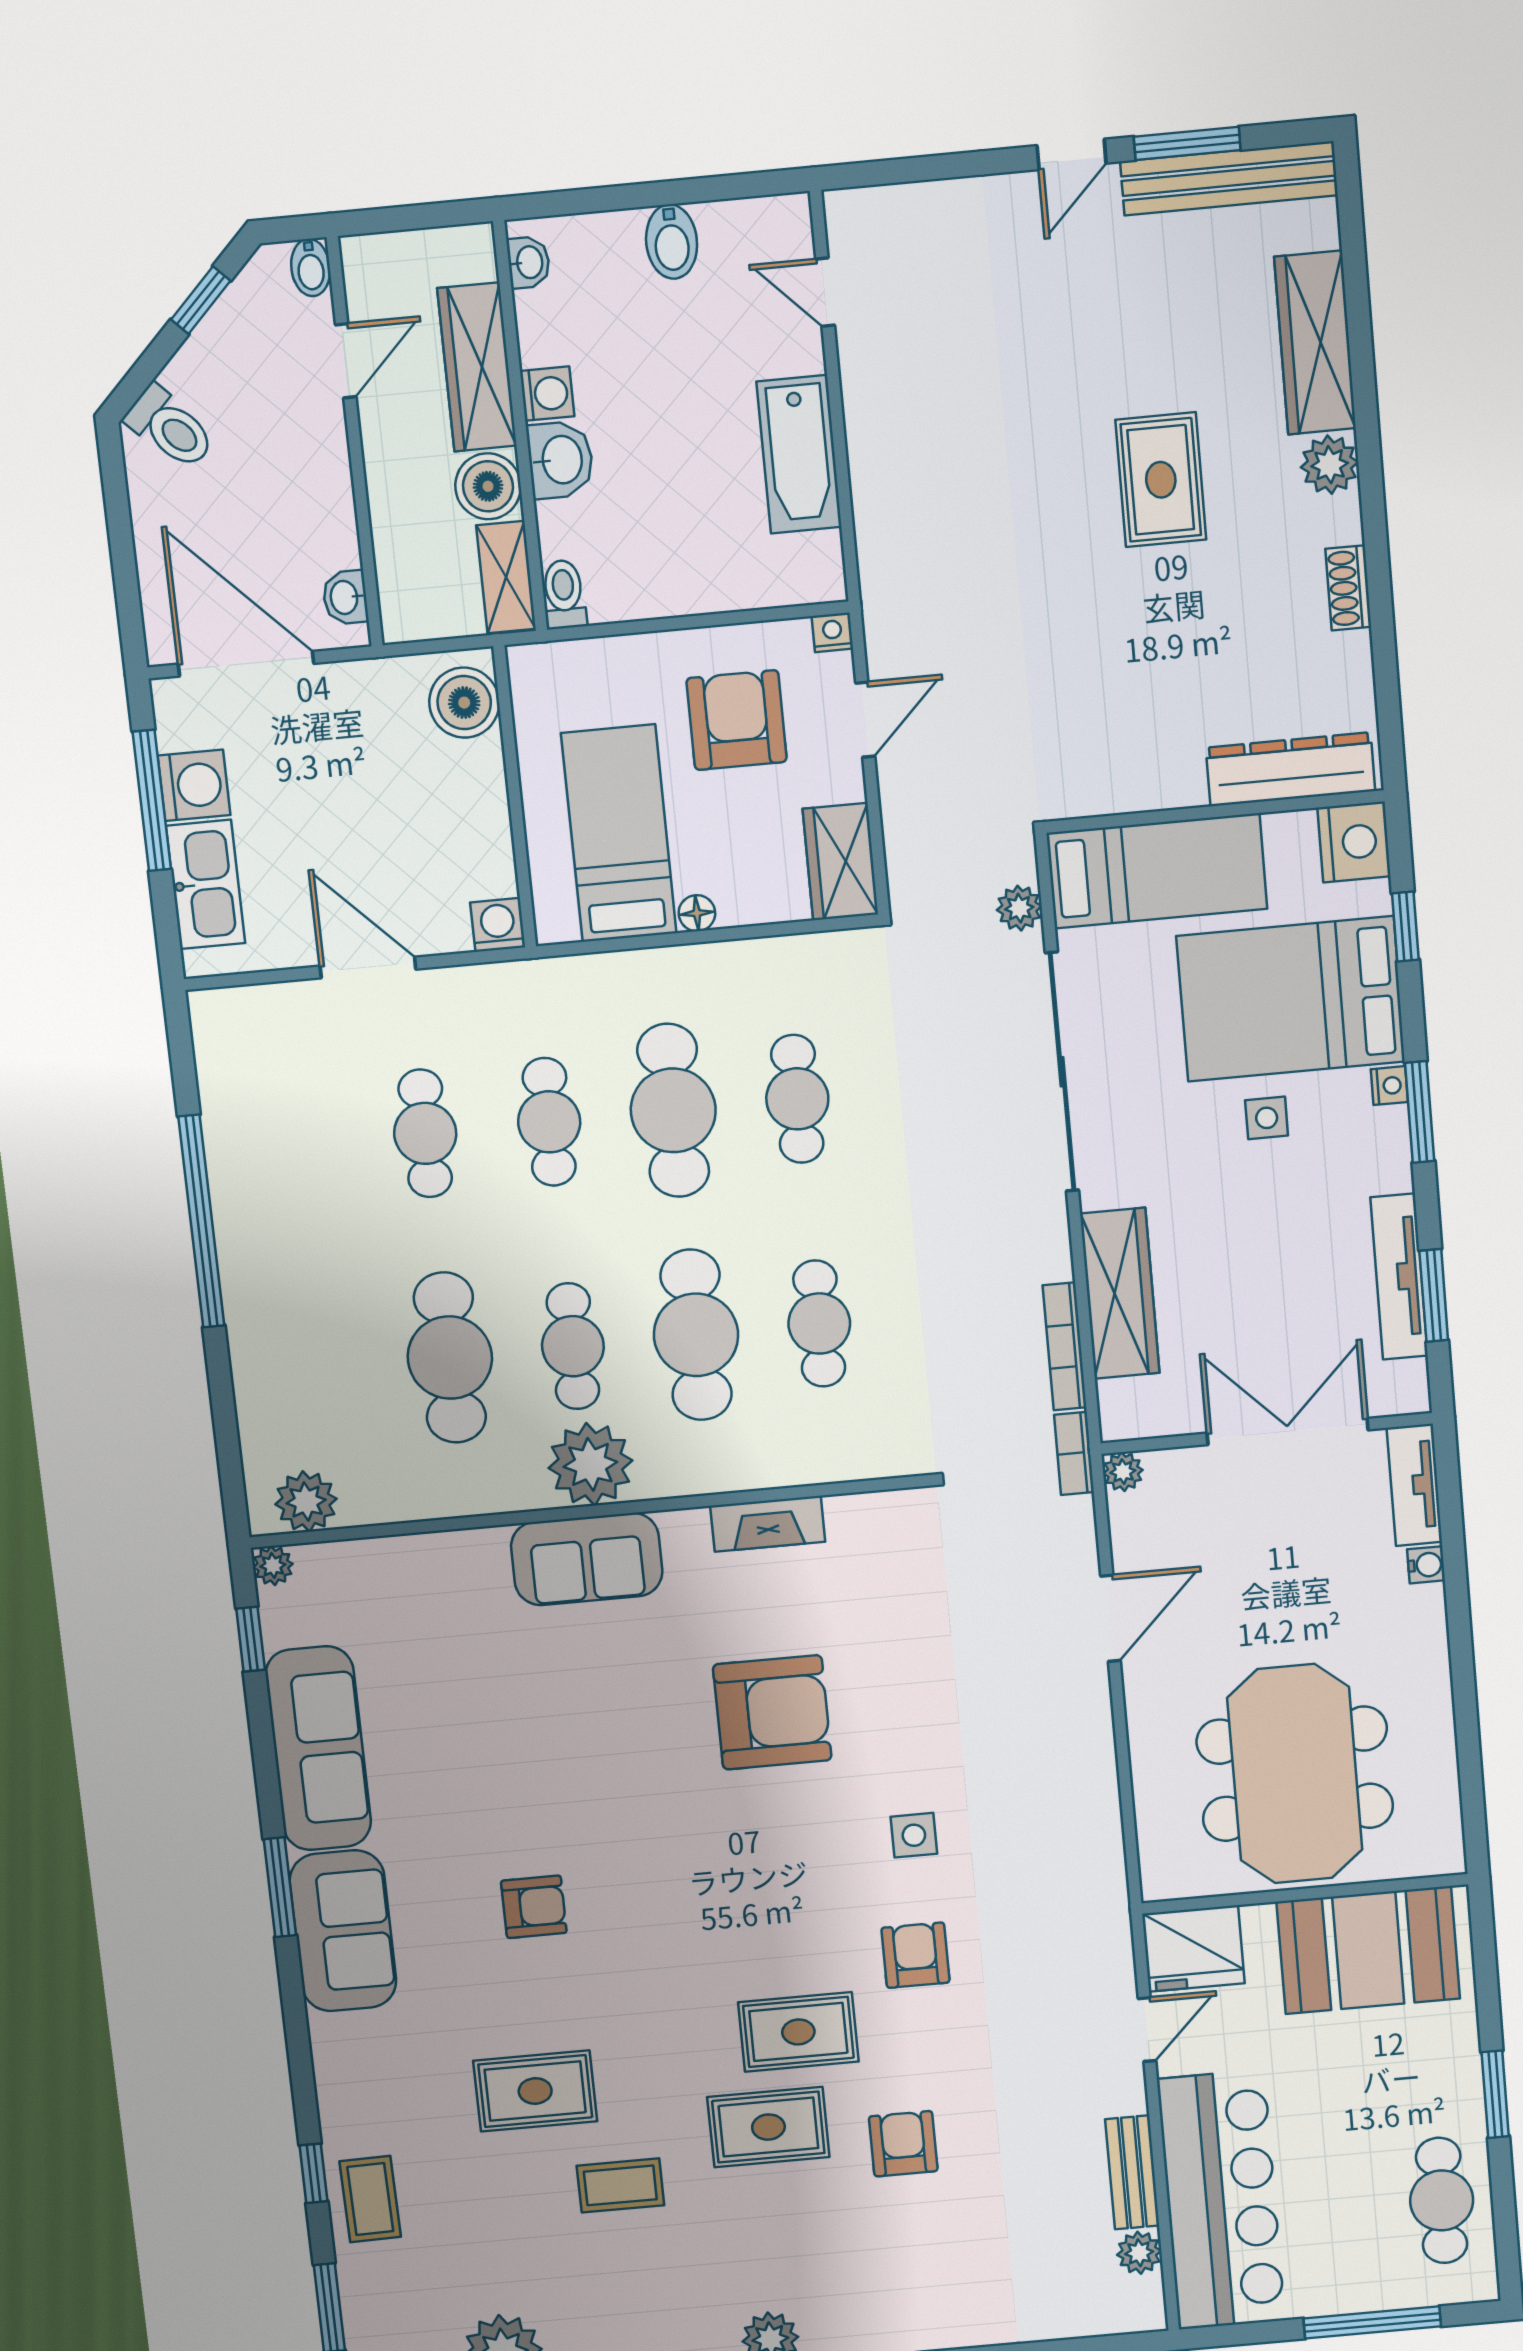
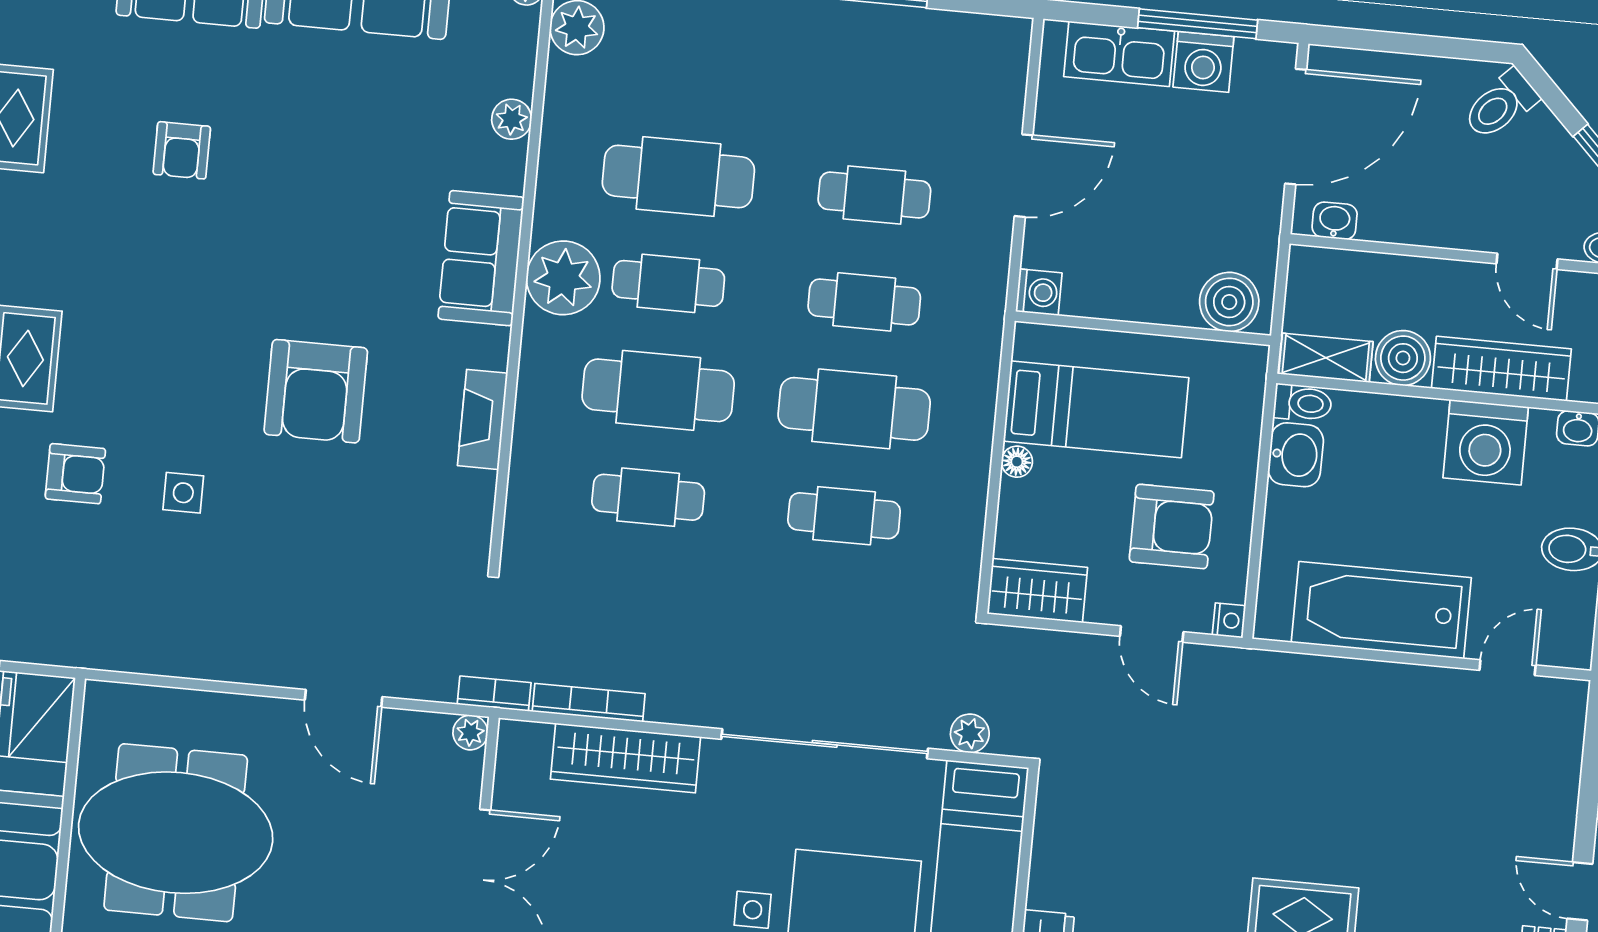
washing machine: (547, 394) -> (1486, 442), width x1.89, depth x1.89
bathtub: (799, 454) -> (1381, 610), width x1.36, depth x1.36
washbasin: (560, 460) -> (1296, 455), moved, turned -90
plant: (424, 1554) -> (512, 119), added

